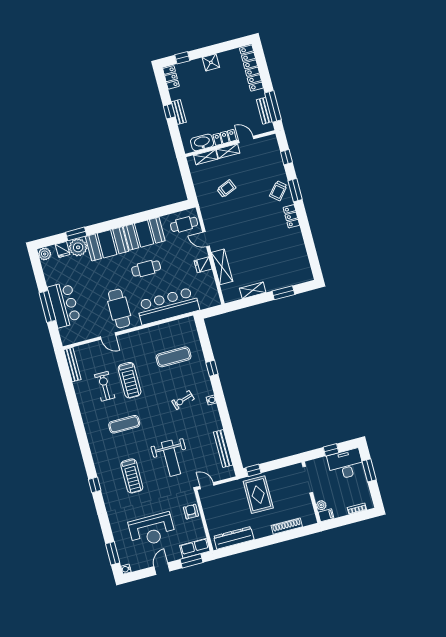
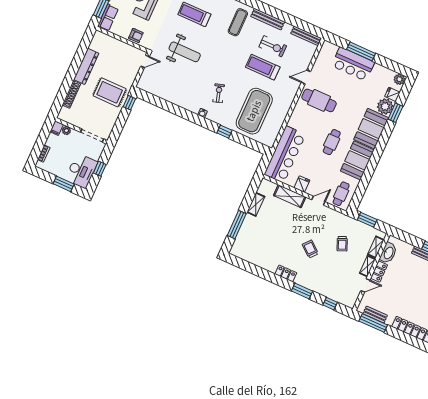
window: (188, 184) -> (367, 220), added
trolley: (278, 191) -> (310, 249), moved
window: (283, 293) -> (237, 225), width x1.44
bar counter: (168, 306) -> (285, 154), moved
exercise mat: (174, 357) -> (254, 111), width x2.00, depth x1.45
exercise mat: (124, 424) -> (238, 22), moved
bench: (223, 449) -> (268, 19), moved
weight bench: (171, 458) -> (185, 52), turned 180
dresser: (234, 538) -> (86, 66), moved

